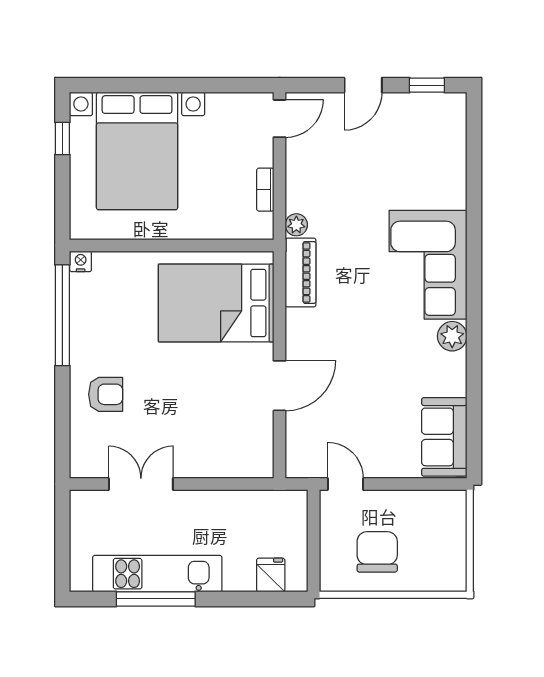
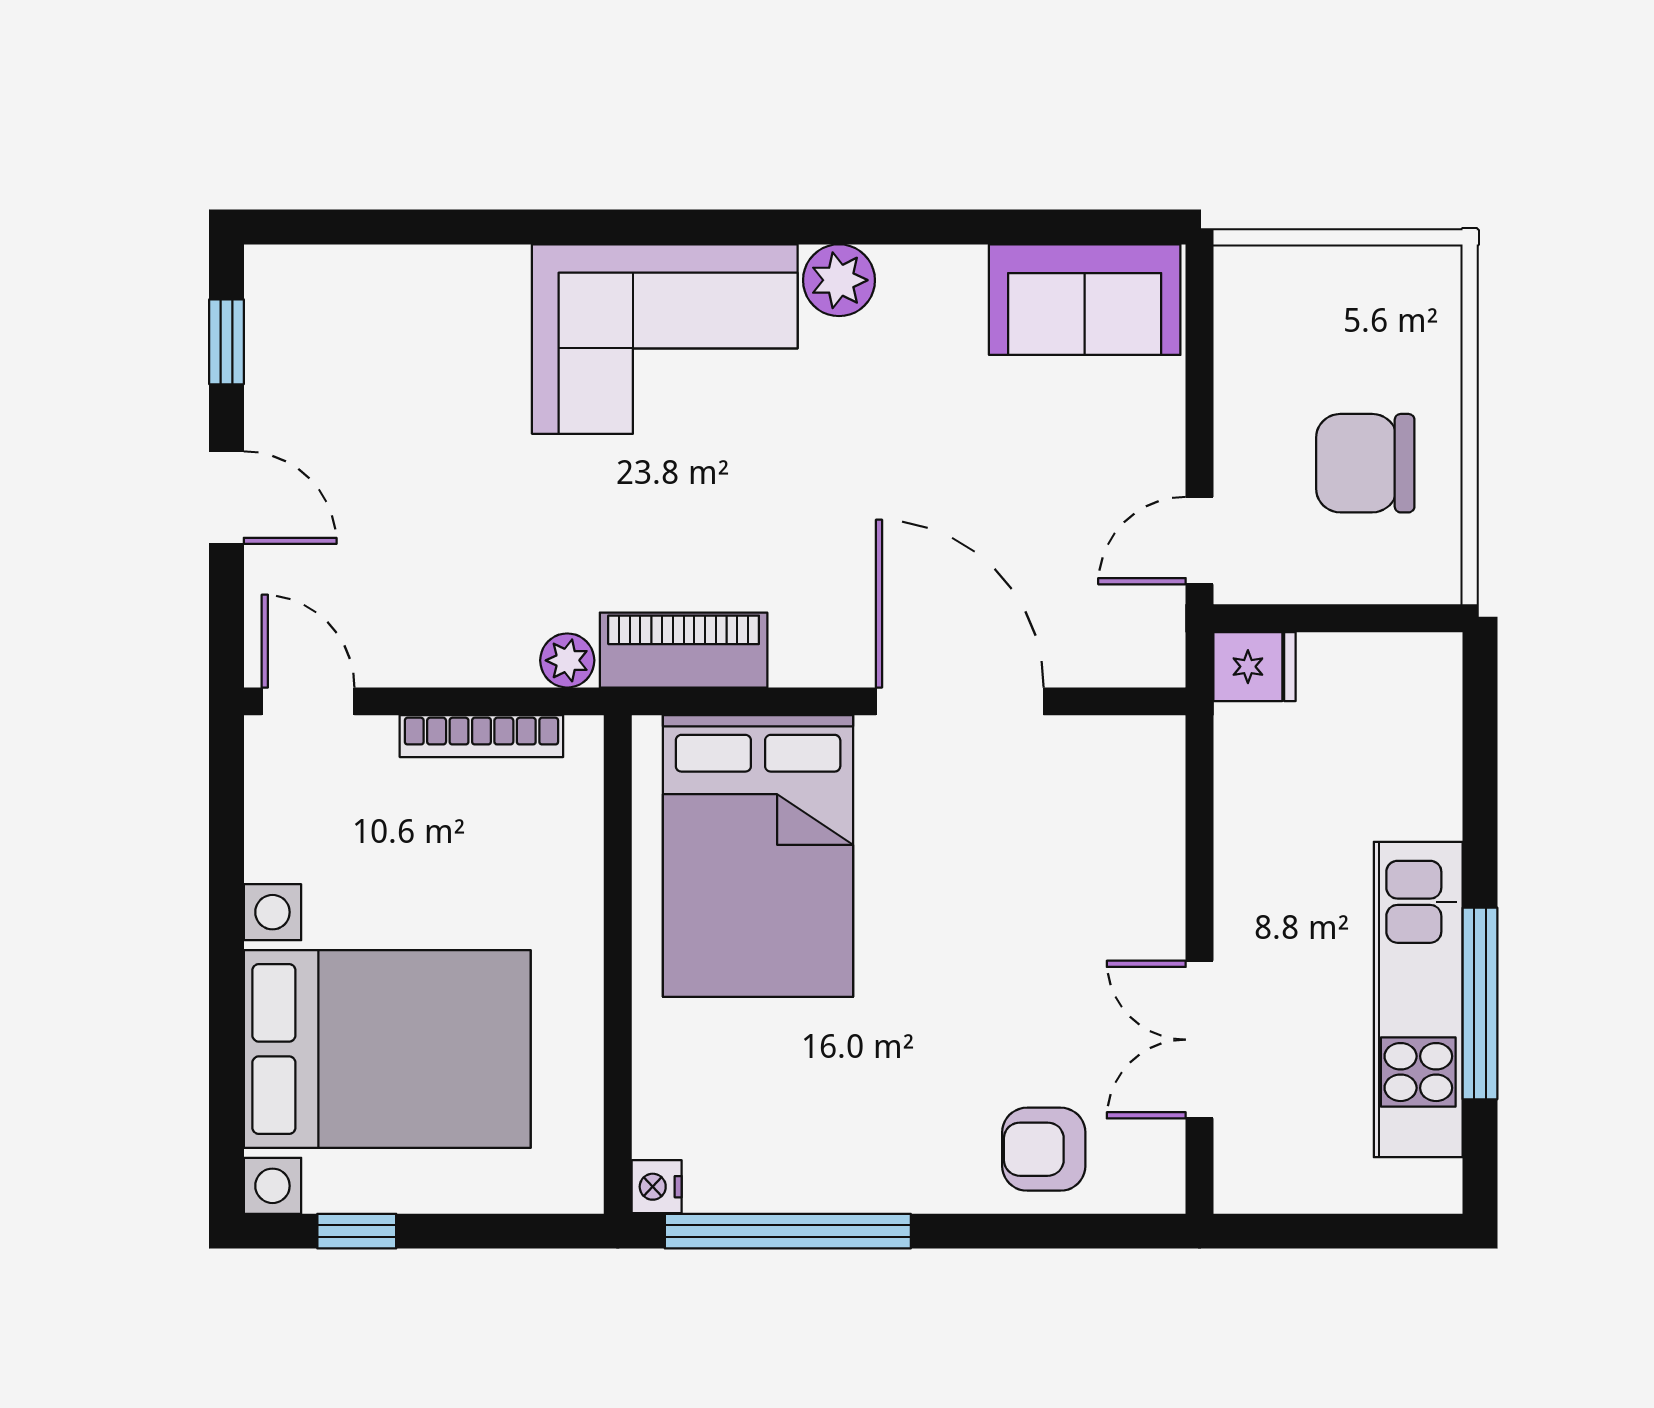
bookcase: (265, 190) -> (481, 736), width x1.56
door: (280, 386) -> (960, 701), width x1.36
armchair: (106, 394) -> (1044, 1149), moved, turned -90
fridge: (271, 575) -> (1255, 667), moved, turned 180

